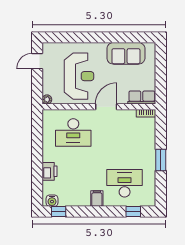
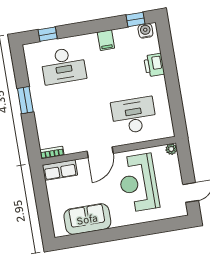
filing cabinet: (97, 198) -> (106, 40), moved

